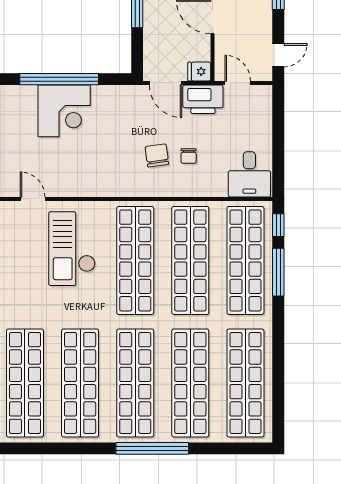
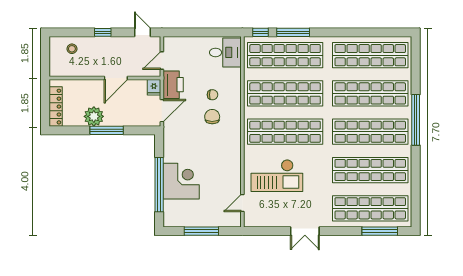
chair: (157, 155) -> (212, 117), turned 98

